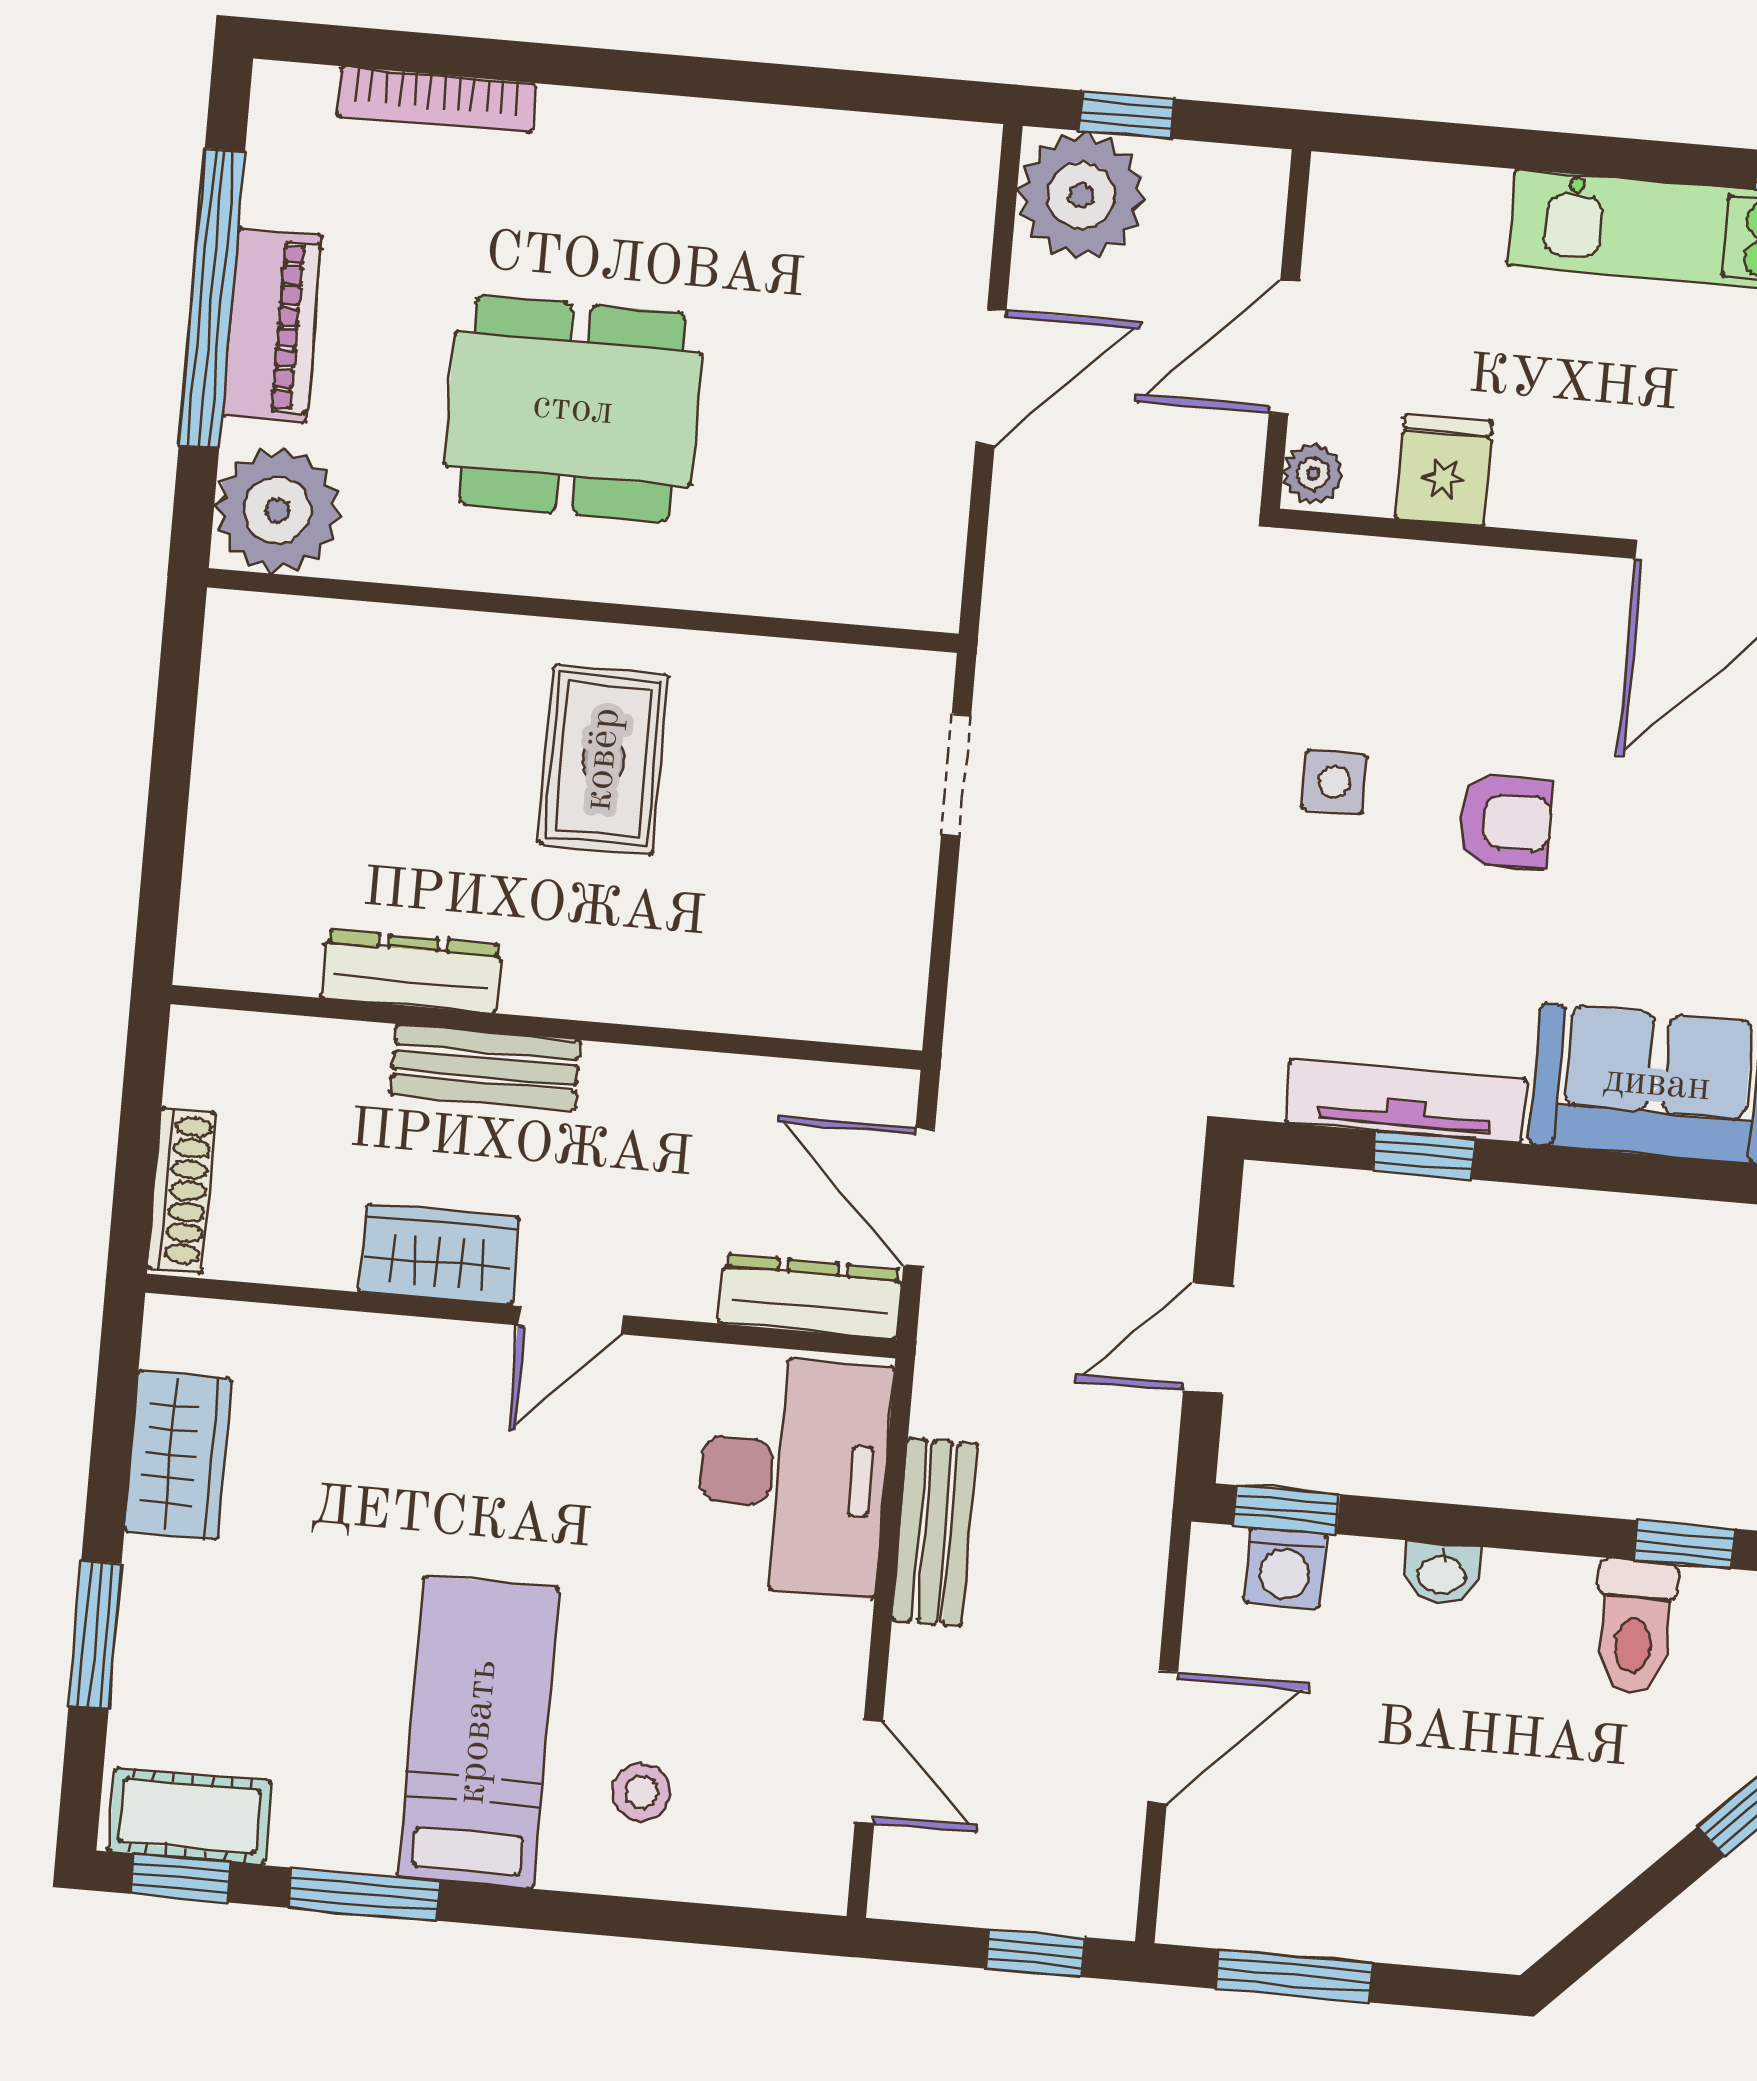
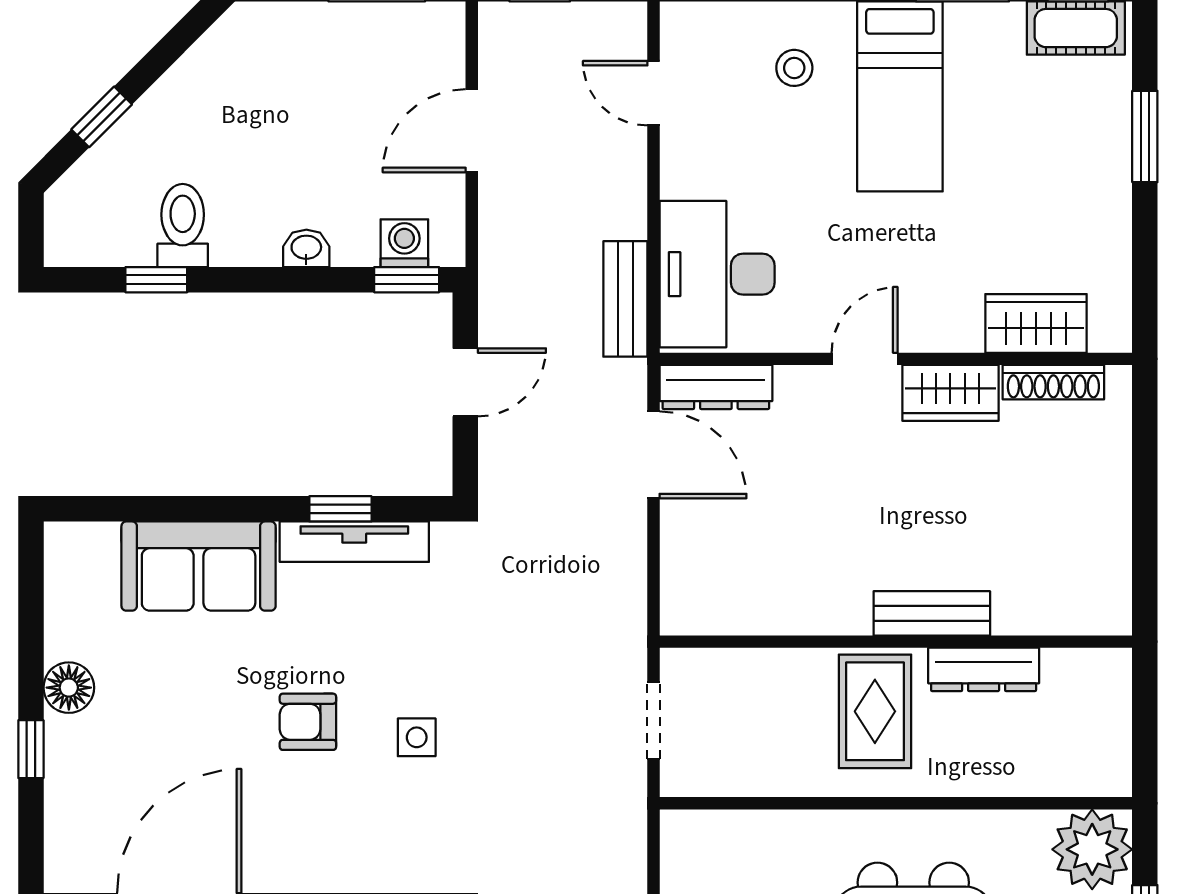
dresser: (411, 971) -> (984, 669), moved
wall: (546, 1027) -> (896, 642), moved
bench: (485, 1067) -> (932, 613), moved
shoe rack: (182, 1190) -> (1053, 382), moved, turned -90
wardrobe: (178, 1455) -> (1036, 323), moved, turned 90
bench: (935, 1532) -> (625, 299), moved

